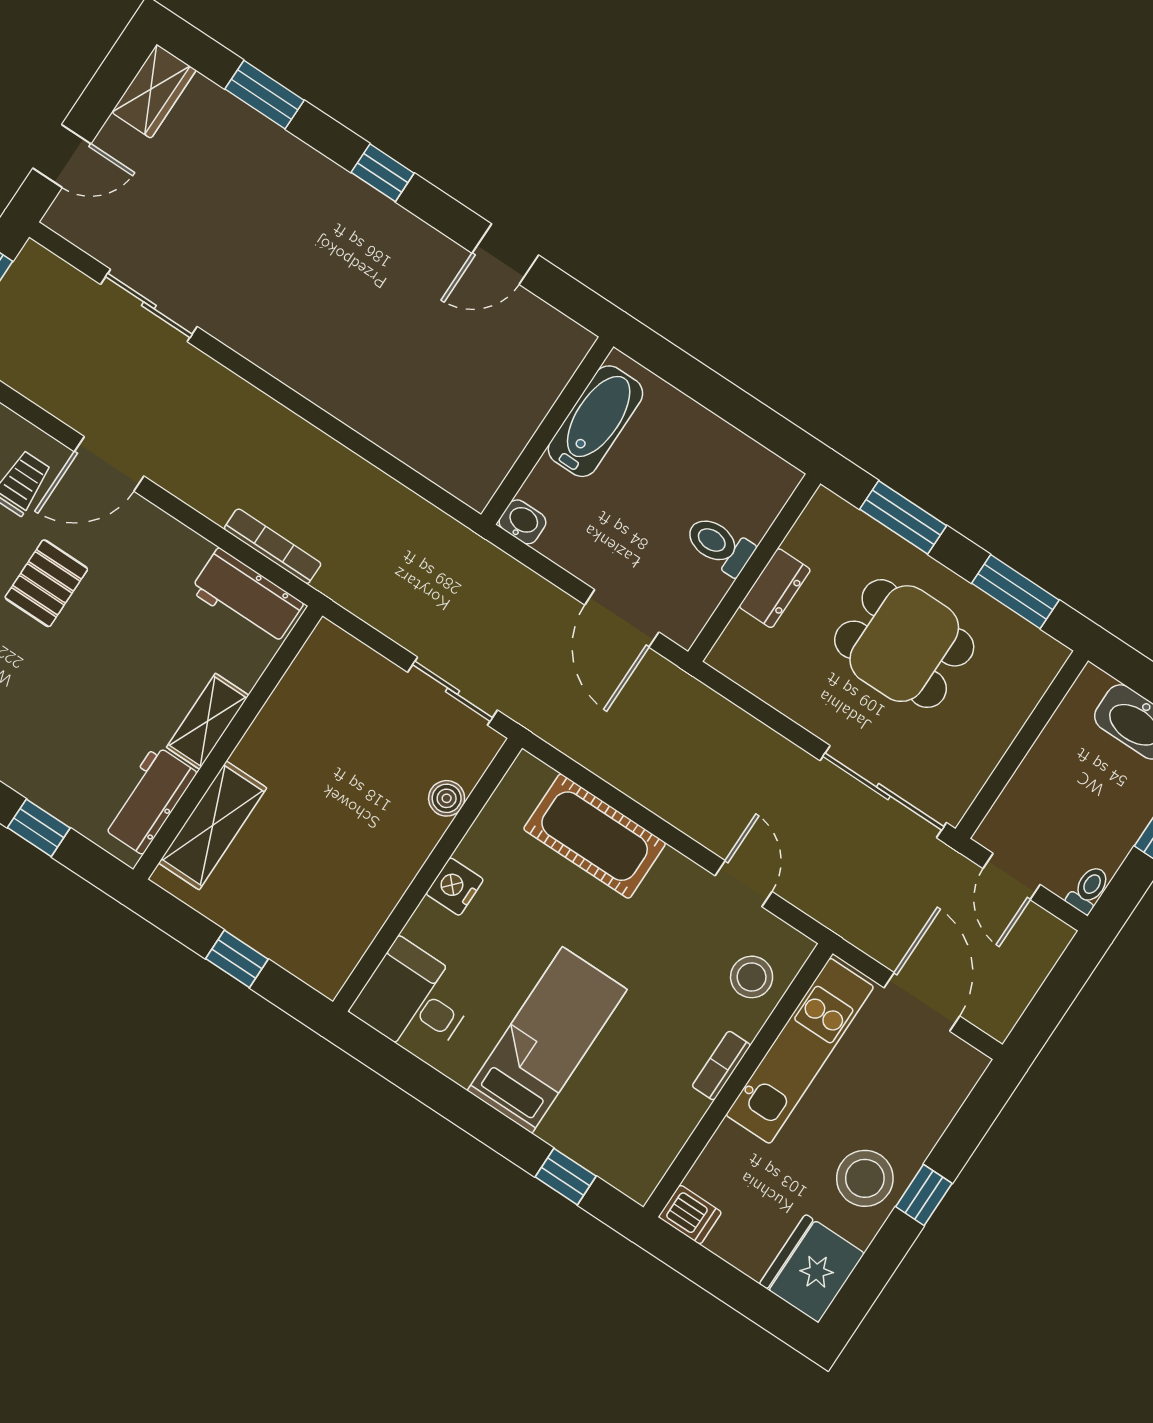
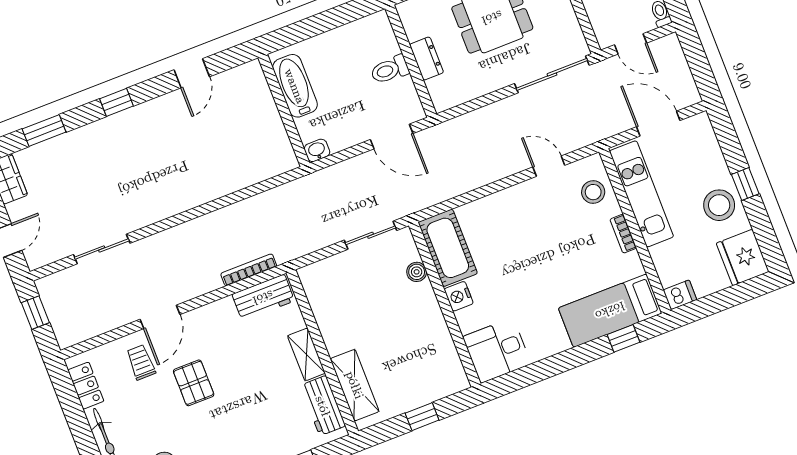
cot: (595, 836) -> (448, 248), moved, turned 90
bed: (547, 1040) -> (610, 311), moved, turned -90

